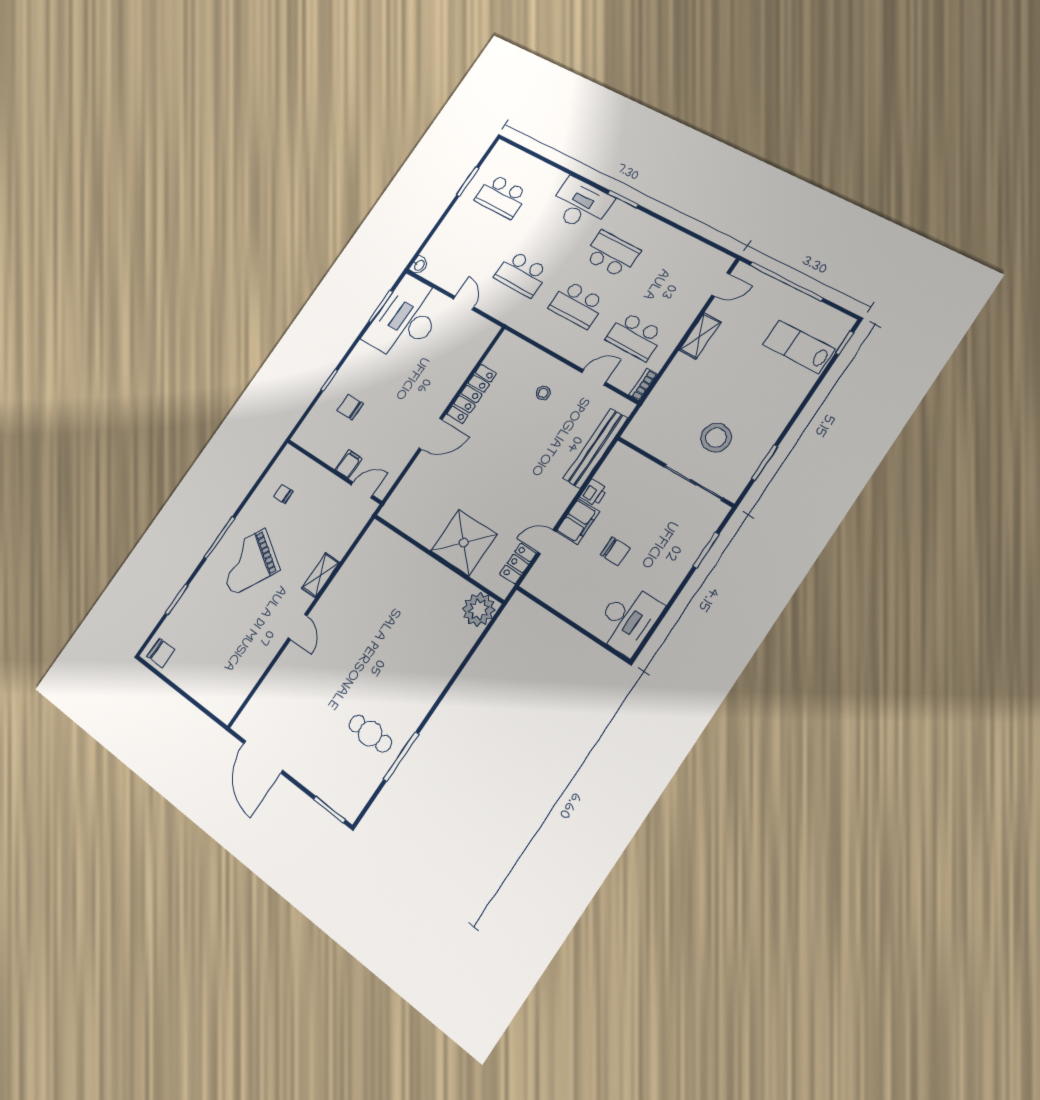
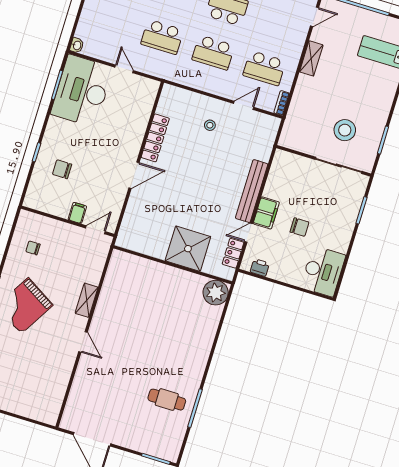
bench: (595, 448) -> (252, 191), moved
printer: (594, 493) -> (260, 268), moved, turned -90

